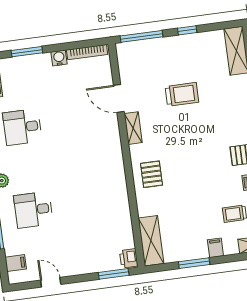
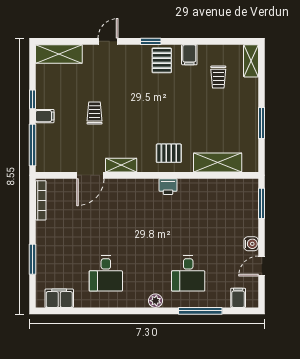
water cooler: (59, 58) -> (251, 244), moved, turned 180
trolley: (182, 94) -> (95, 113), width x0.73, depth x0.72
shelving: (151, 241) -> (218, 162), moved
filing cabinet: (215, 248) -> (45, 116), moved, turned 180
printer: (129, 258) -> (168, 187), moved

